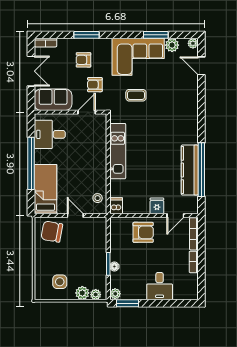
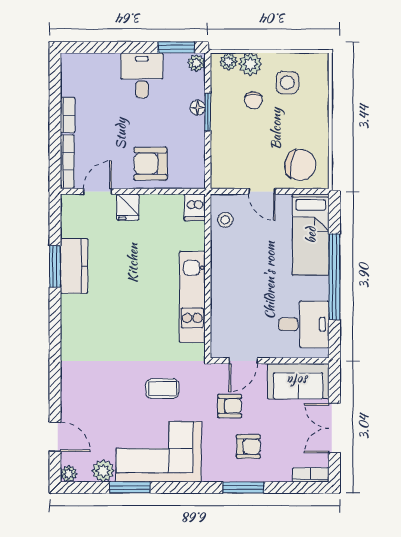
kitchen counter: (190, 170) -> (74, 266), width x0.67
window: (201, 170) -> (55, 267), width x0.47
chair: (80, 271) -> (253, 100), added
desk: (160, 286) -> (142, 75), moved

